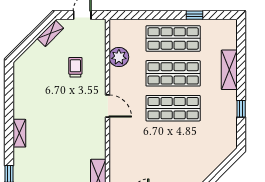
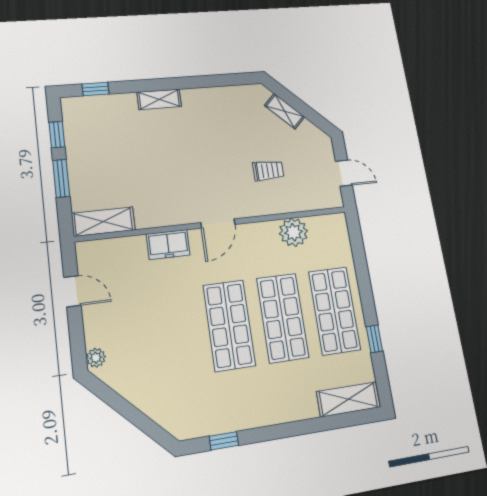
shelving: (50, 33) -> (285, 111), moved
shelving: (229, 70) -> (348, 399), moved
window: (241, 109) -> (224, 441), moved
freezer: (118, 140) -> (168, 245), added

